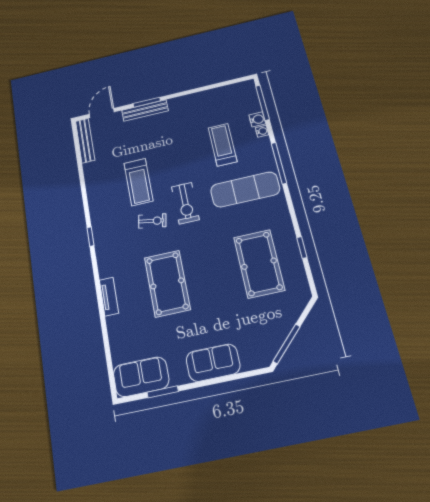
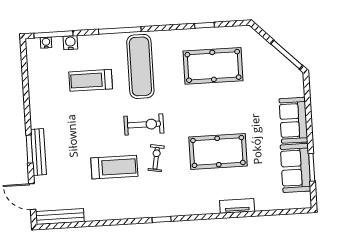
water cooler: (262, 131) -> (46, 43), moved
tv unit: (109, 297) -> (237, 206), moved
sofa: (141, 377) -> (296, 168), moved

